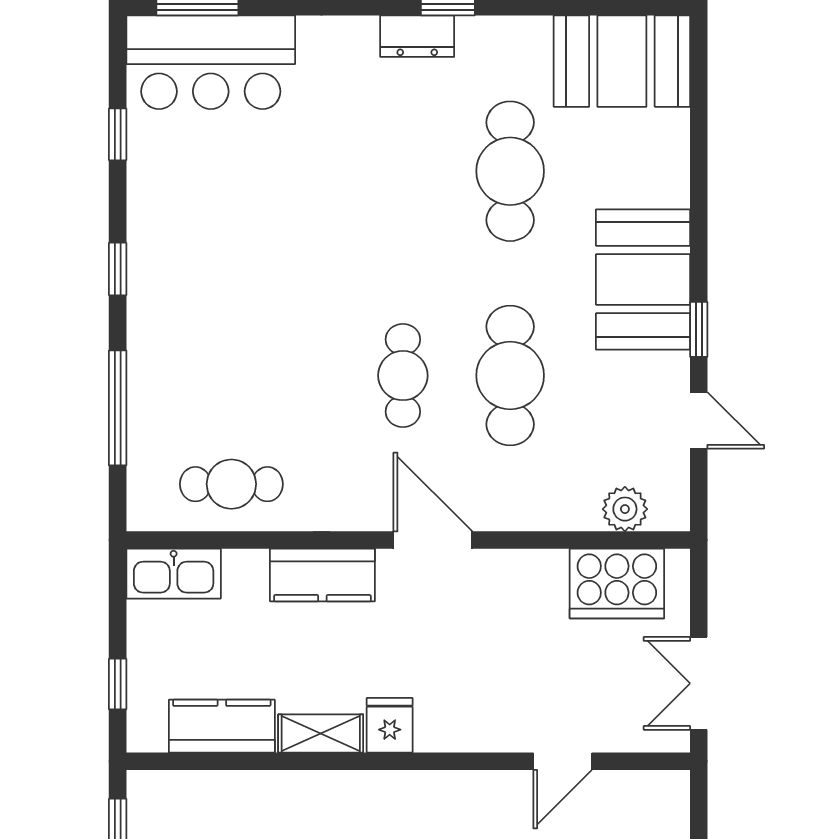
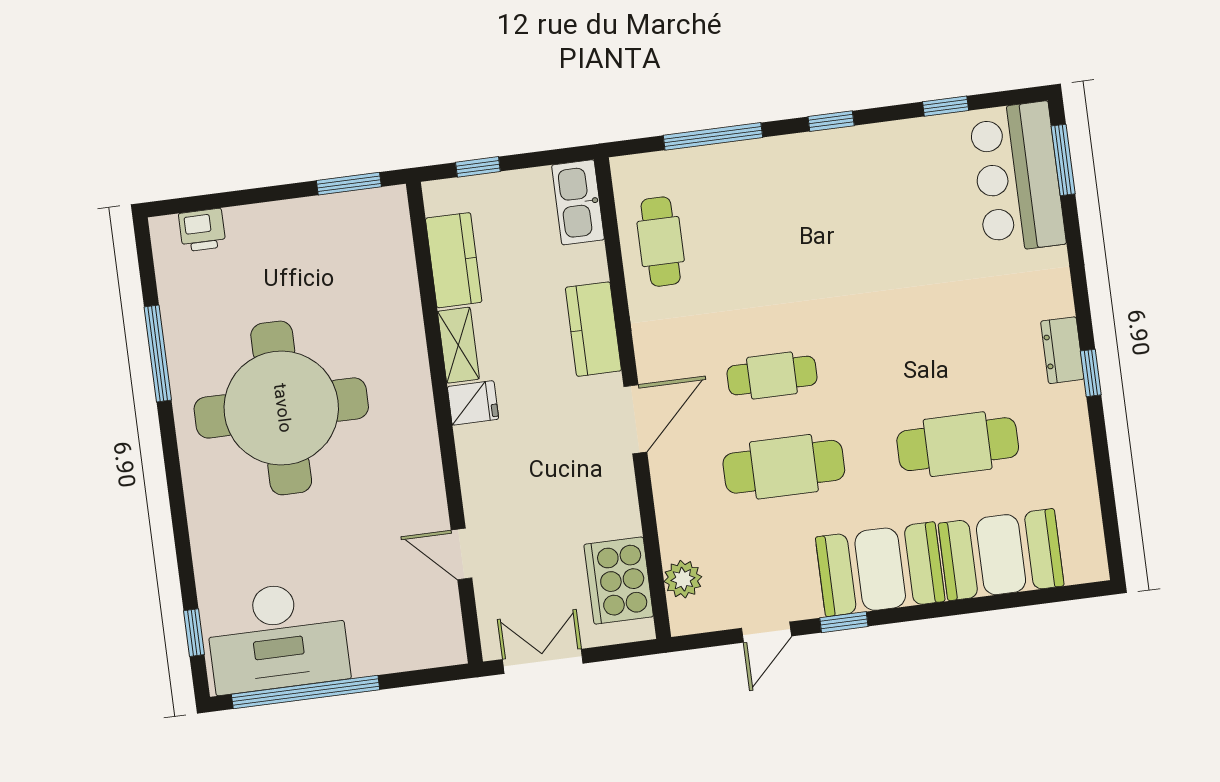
booth: (622, 61) -> (1001, 555), moved, turned 90

